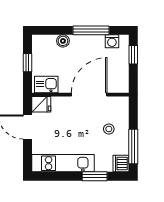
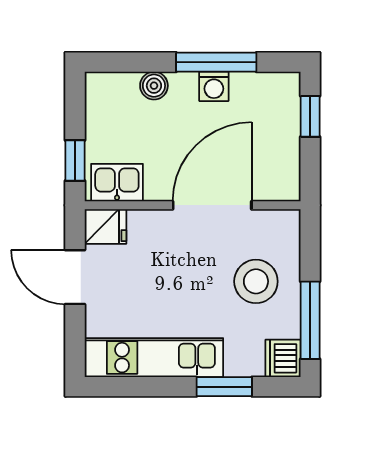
washing machine: (112, 41) -> (214, 86), moved
window: (27, 63) -> (75, 160), moved
stool: (109, 129) -> (256, 281), width x1.89, depth x1.89

